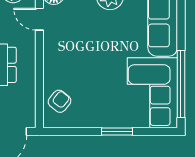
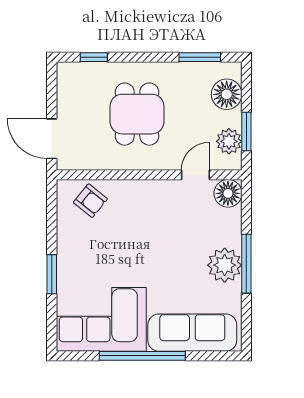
window: (181, 84) -> (142, 356), moved

